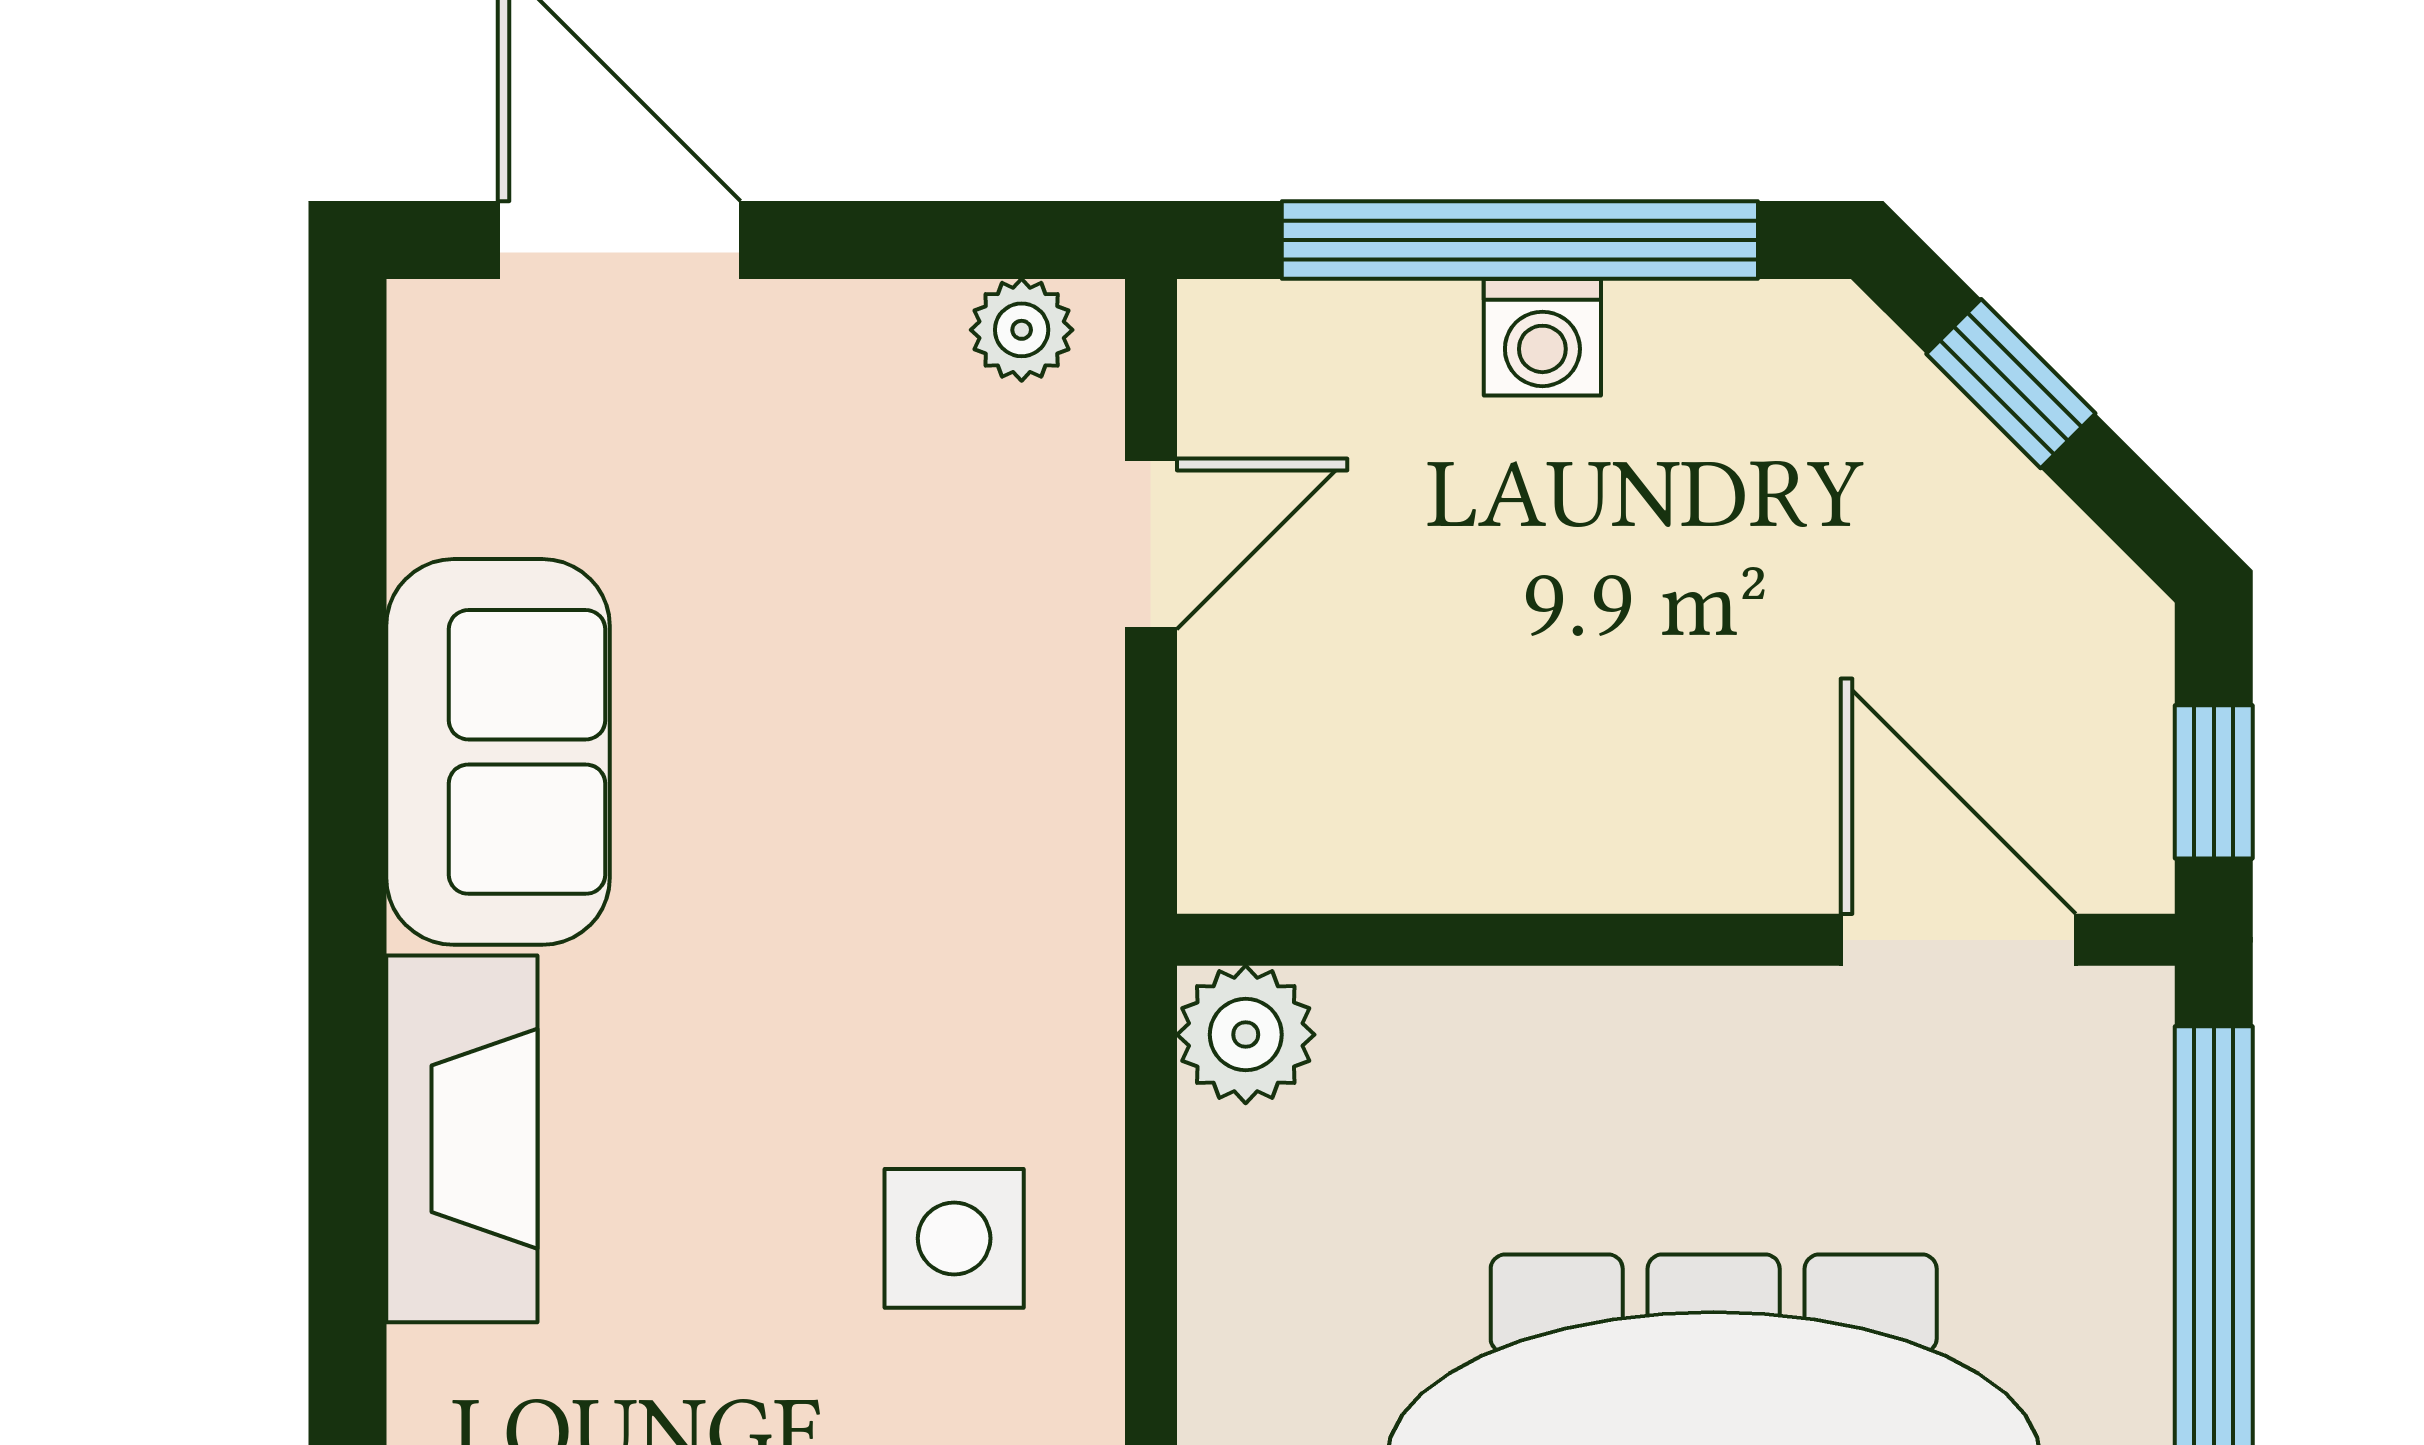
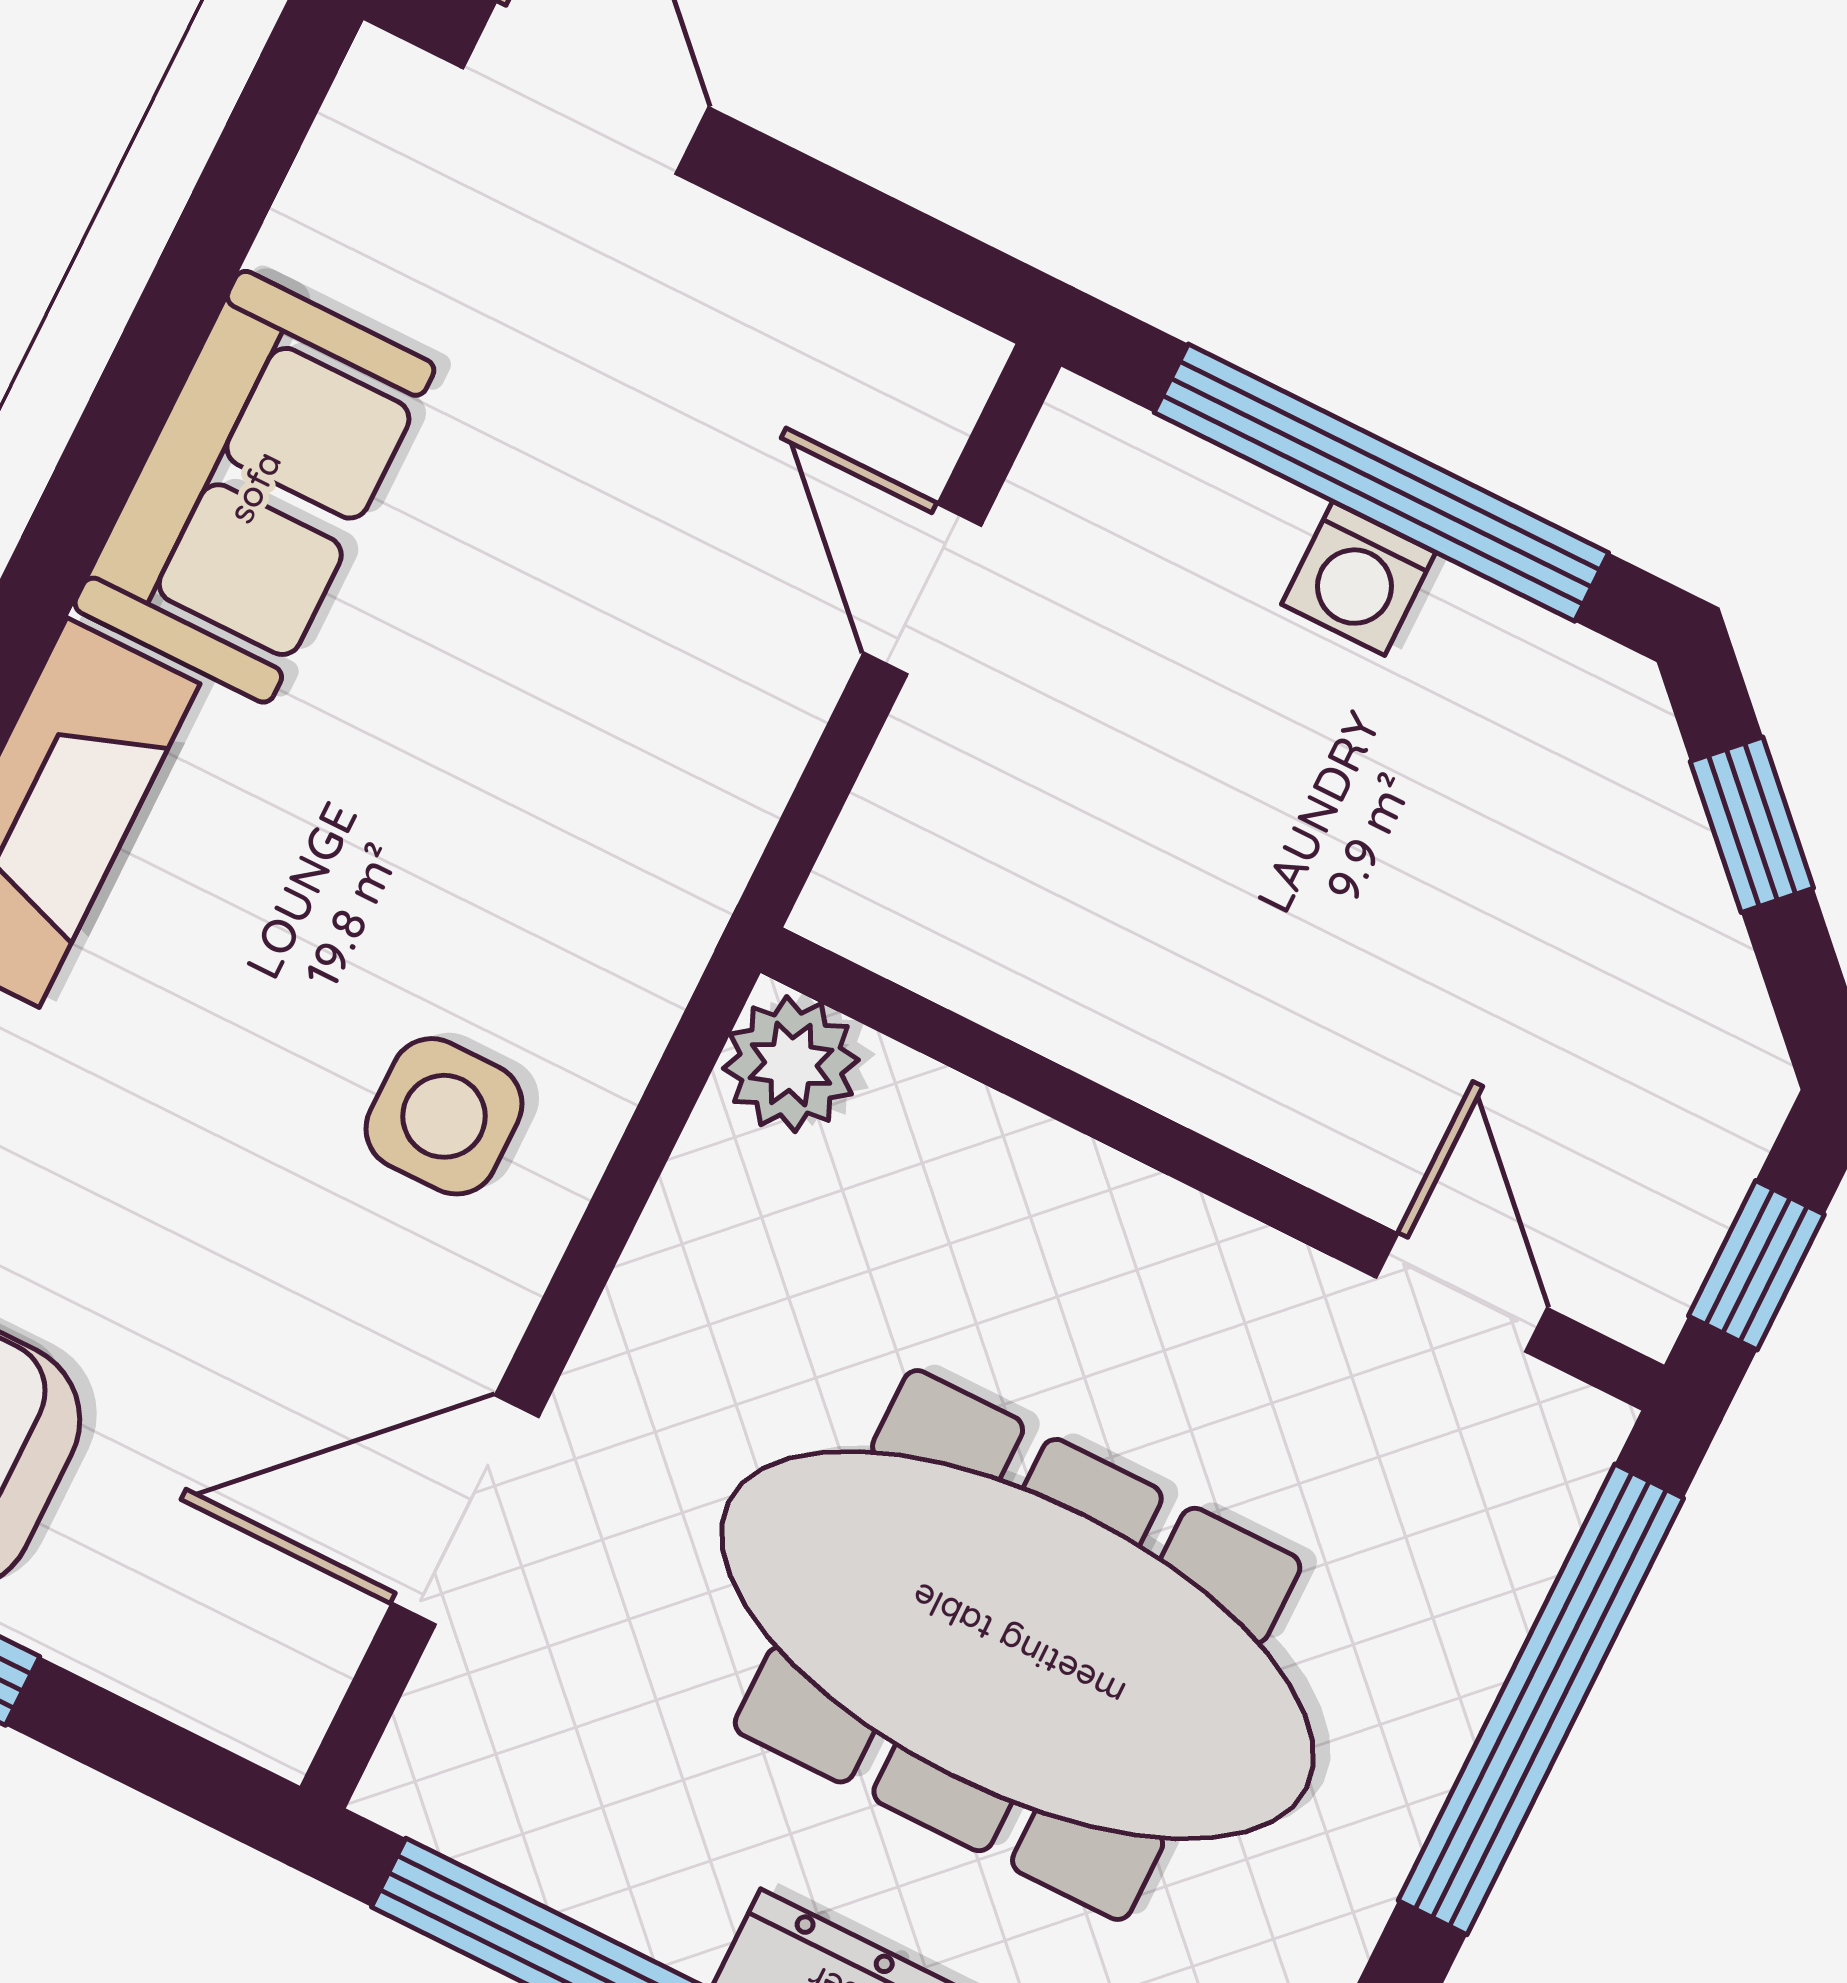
plant: (1022, 330) -> (902, 343), removed
door: (1151, 544) -> (922, 589), swing flipped
door: (1958, 940) -> (1462, 1293), width x0.73

